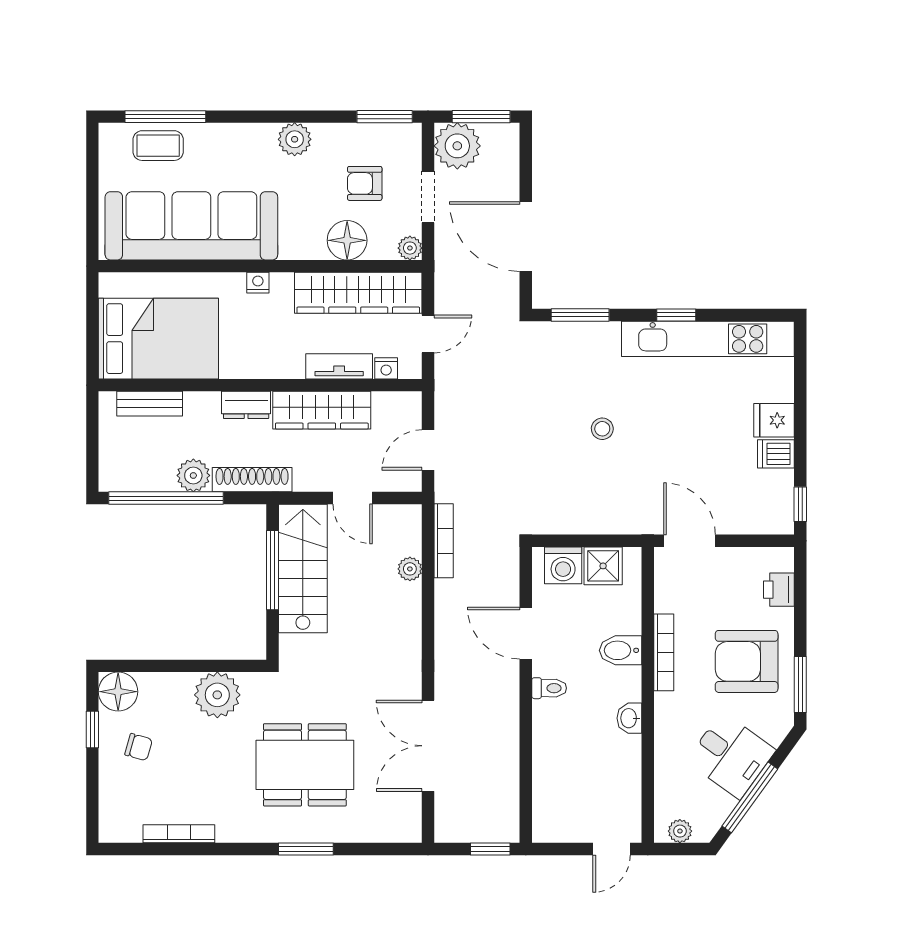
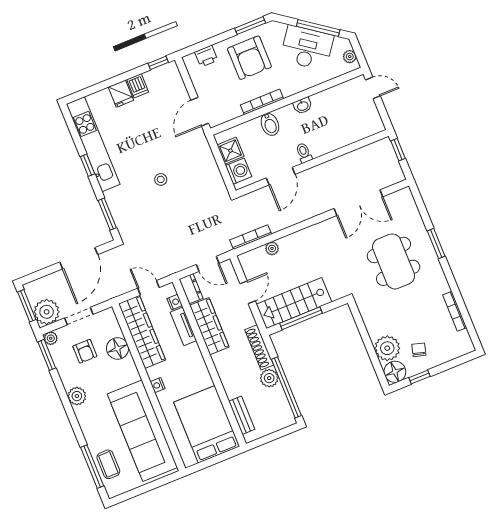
plant: (410, 248) -> (51, 338), moved
dresser: (246, 405) -> (191, 289), moved
plant: (217, 695) -> (387, 348), moved
desk: (731, 756) -> (307, 48), width x1.37

